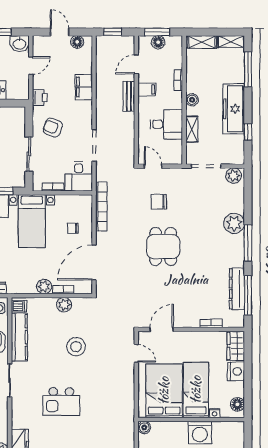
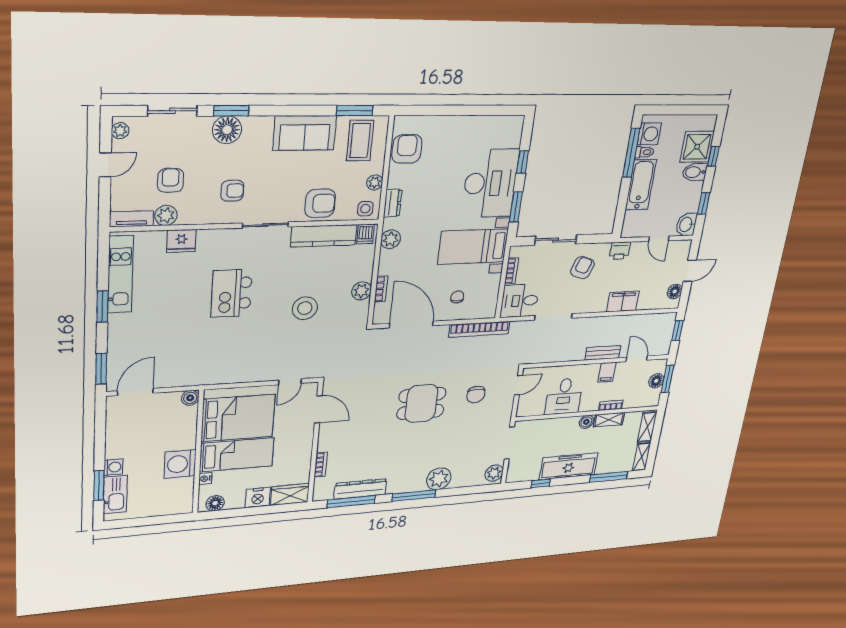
shelving: (192, 129) -> (609, 420), moved
chair: (159, 202) -> (476, 395), turned 180
plant: (44, 287) -> (391, 239), moved

